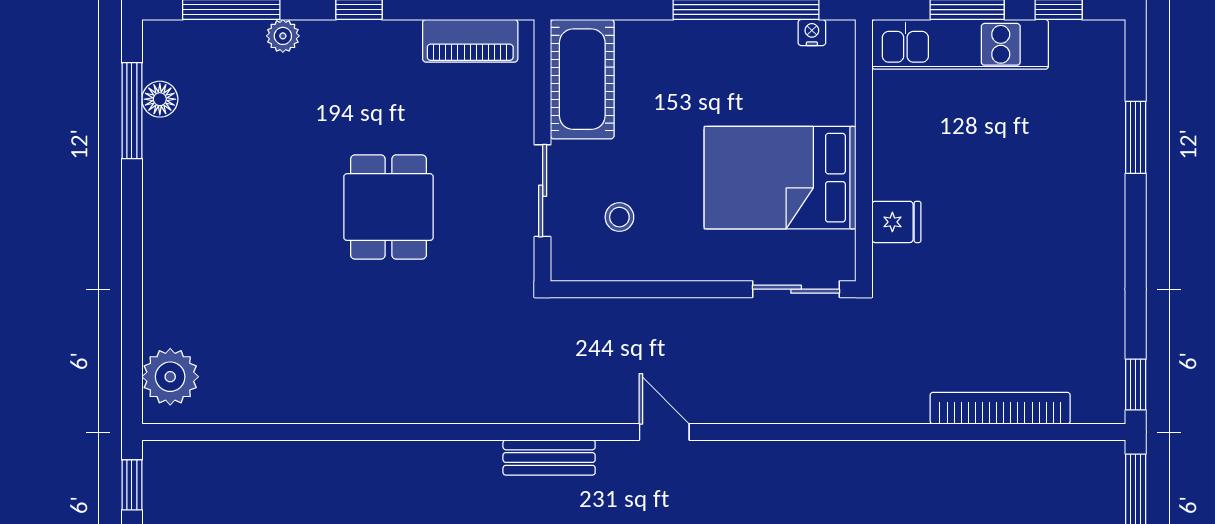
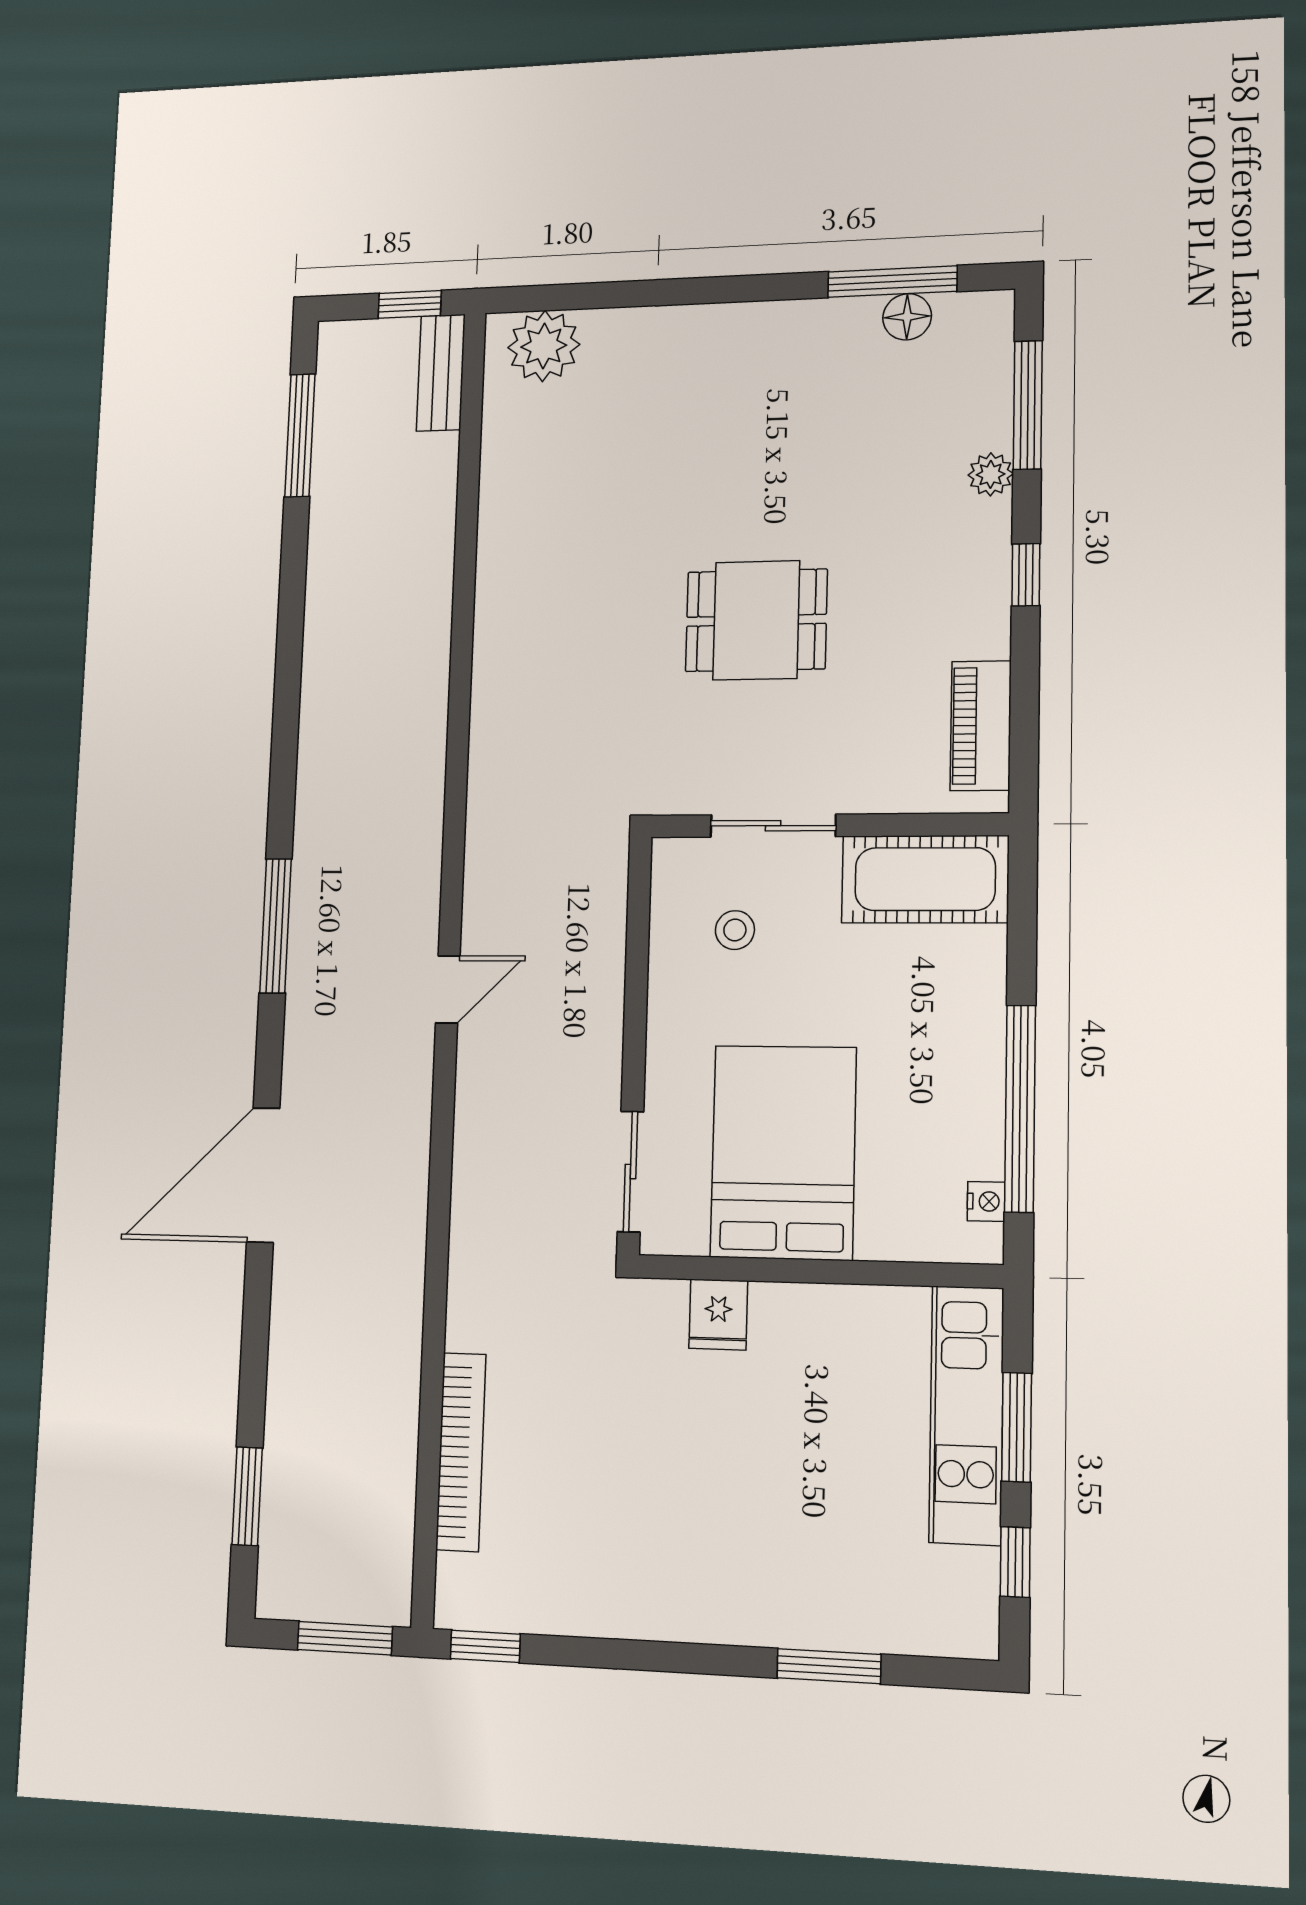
bench: (549, 458) -> (441, 373), moved

